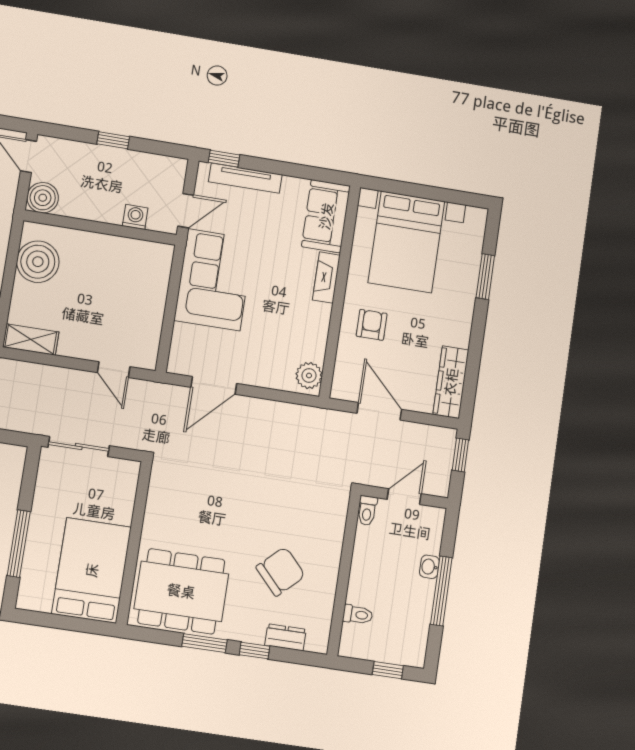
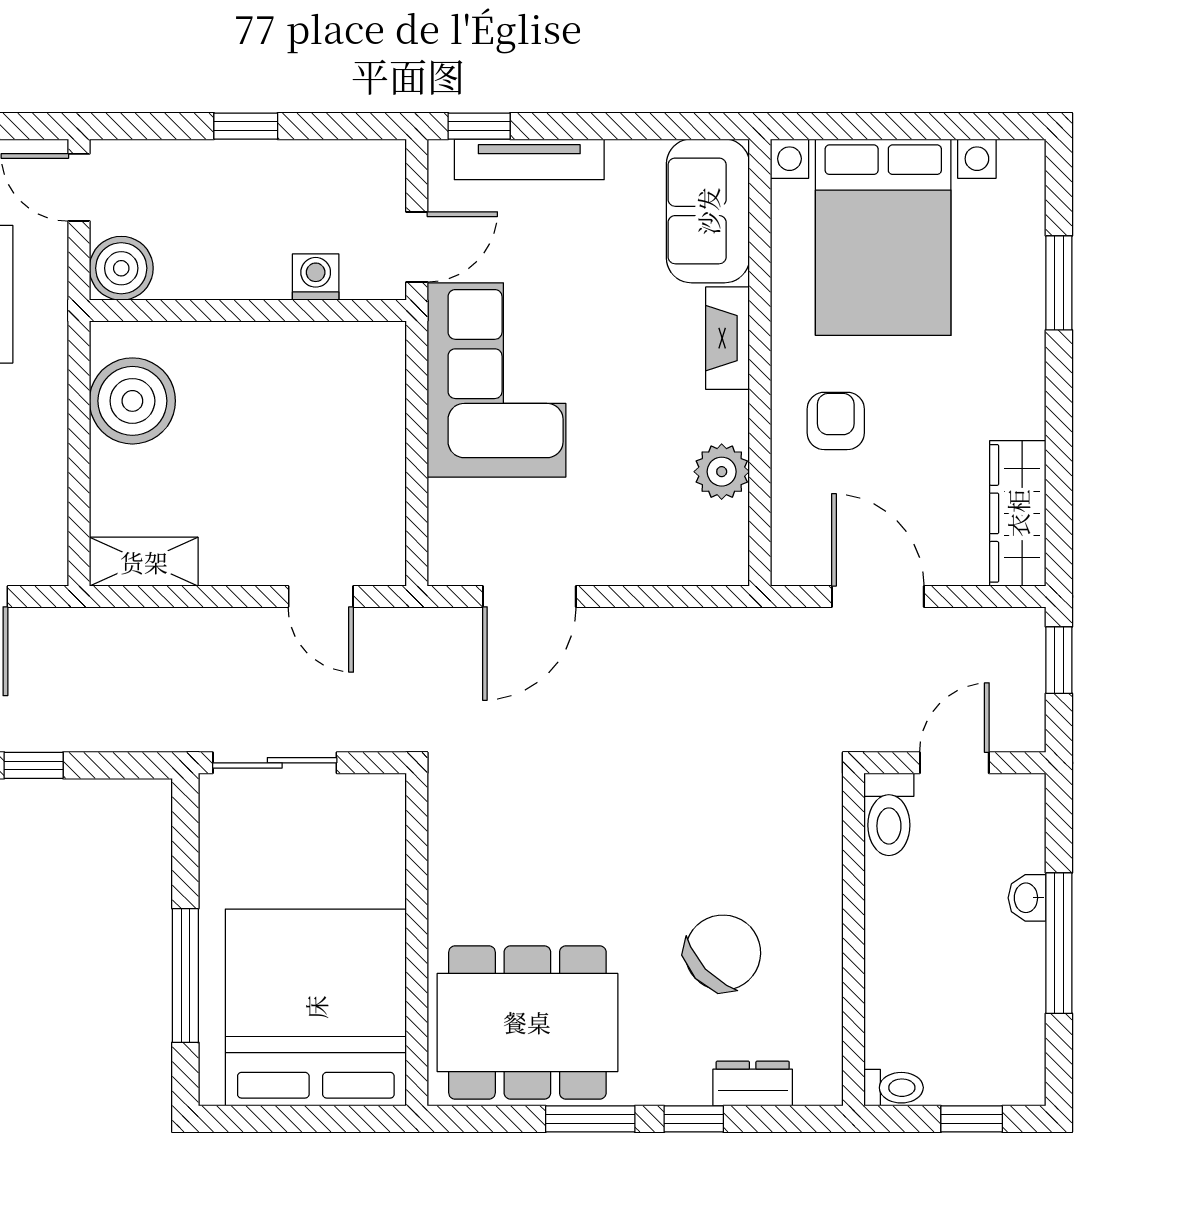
plant: (309, 376) -> (722, 472), moved
toilet: (367, 511) -> (889, 814), width x1.37, depth x1.39
bed: (92, 570) -> (316, 1007), width x1.36
toilet: (358, 615) -> (894, 1088), moved

